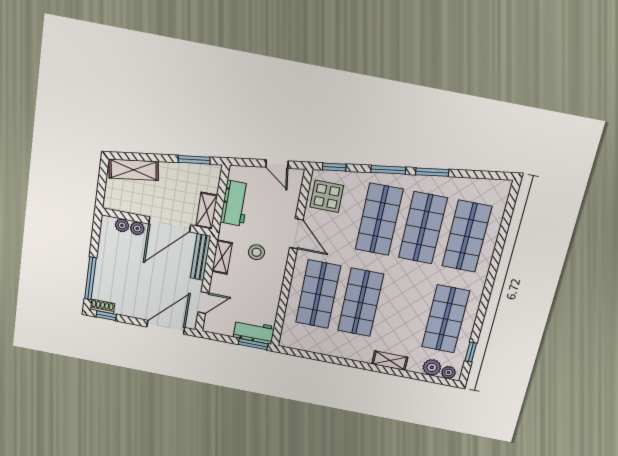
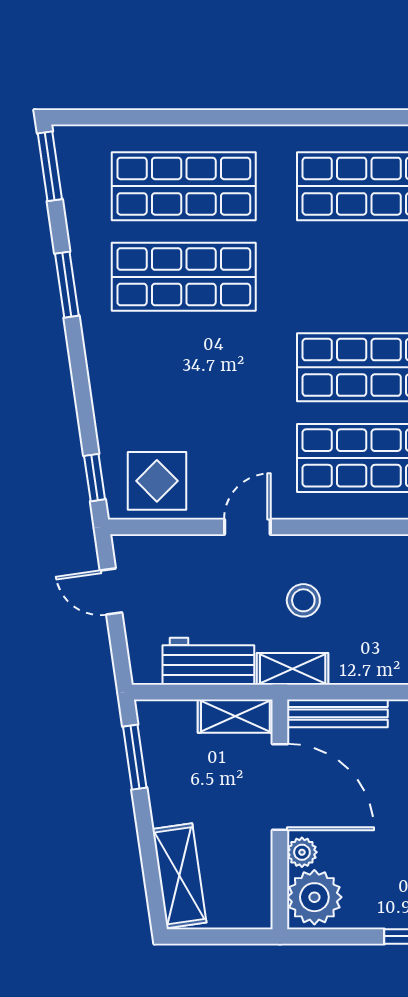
door: (277, 164) -> (111, 591), swing flipped
window: (388, 170) -> (50, 166), moved
shop shelf: (379, 219) -> (184, 367), removed
plant: (122, 225) -> (314, 897), width x1.88, depth x1.88
door: (296, 234) -> (247, 527), width x0.73
shelving: (222, 257) -> (293, 669), moved

